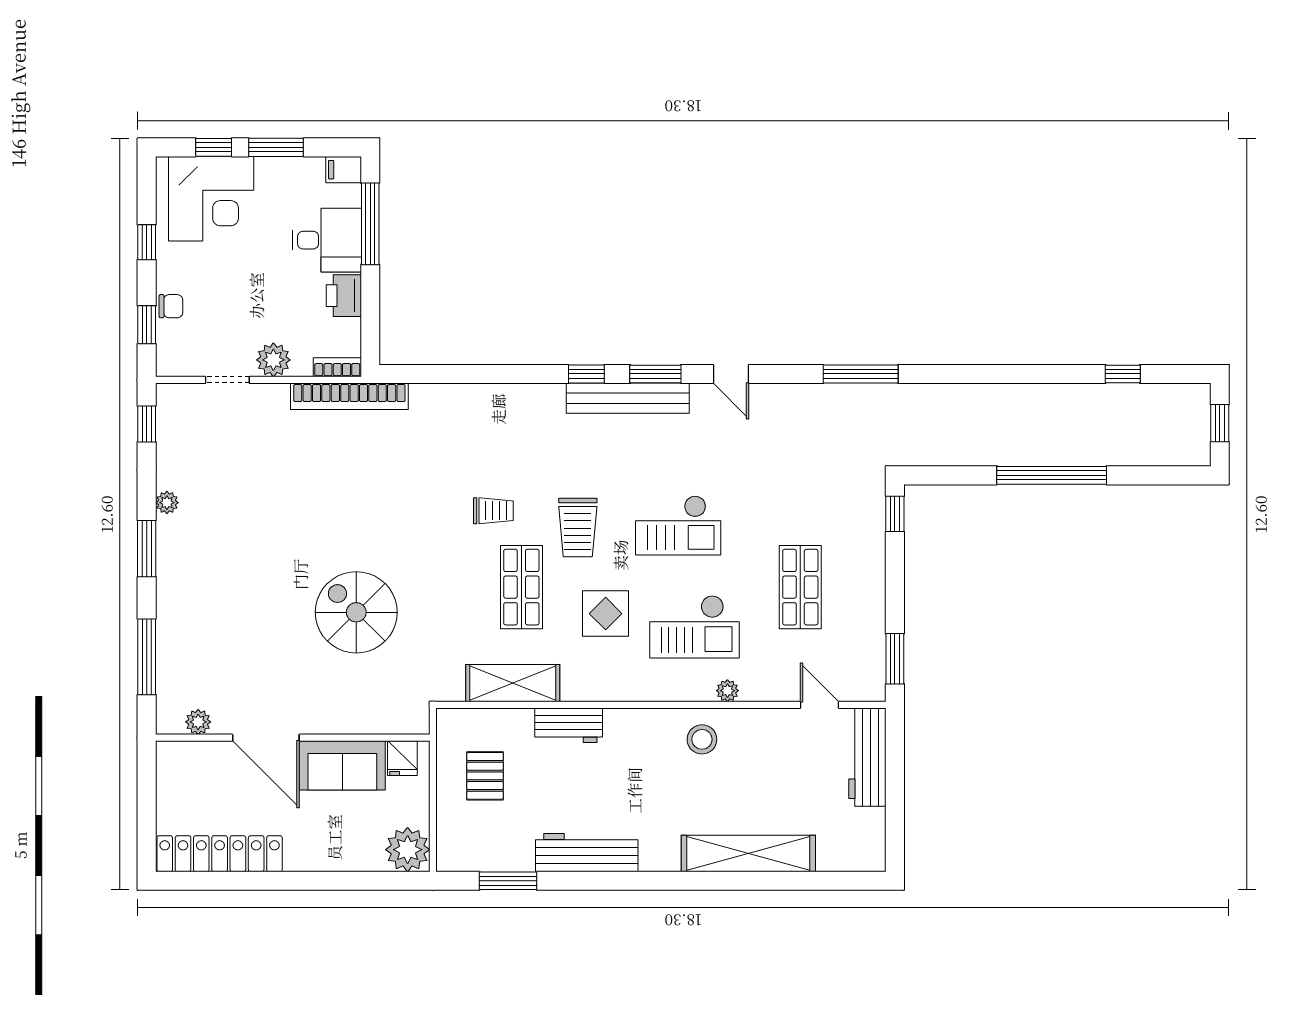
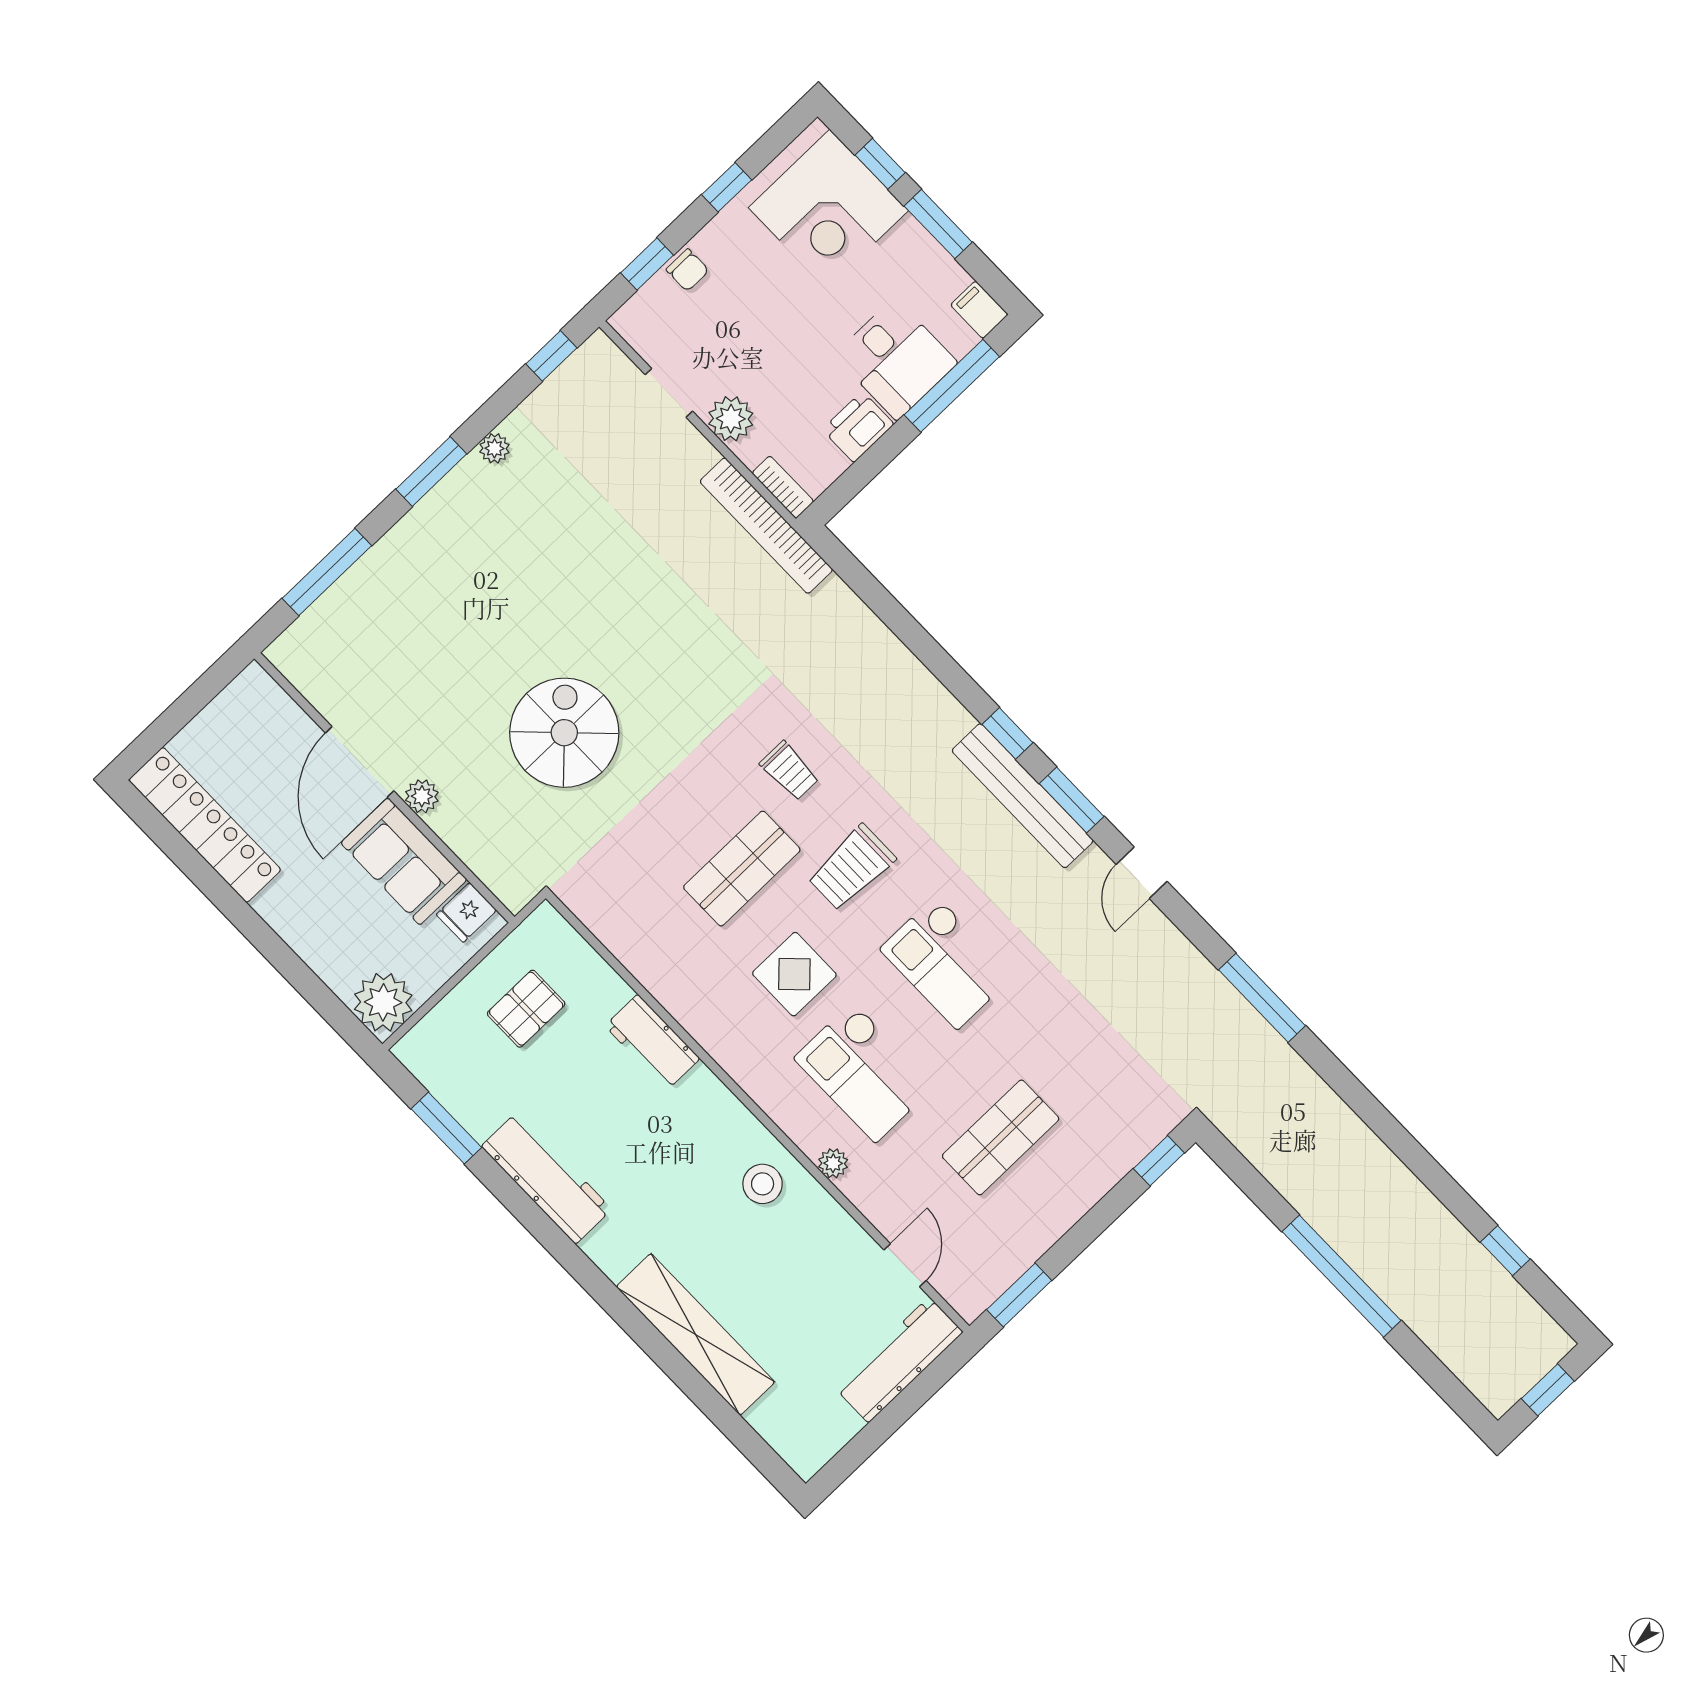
shelving: (513, 683) -> (641, 949), removed
plant: (198, 722) -> (422, 796), moved

